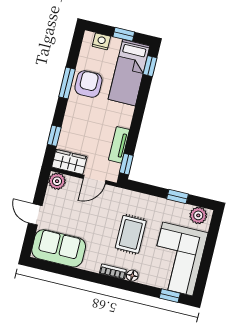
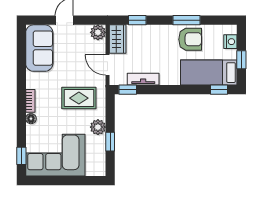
plant: (198, 215) -> (98, 127), moved
rug: (131, 234) -> (79, 98), moved

